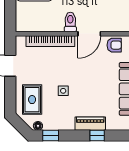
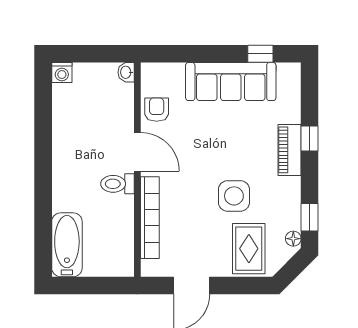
side table: (63, 91) -> (234, 196), width x1.87, depth x1.87
rug: (32, 100) -> (249, 249), turned 90

